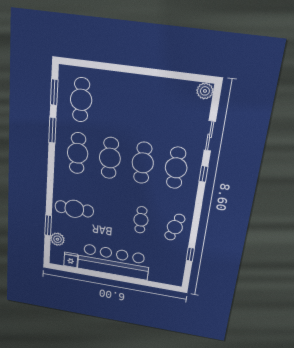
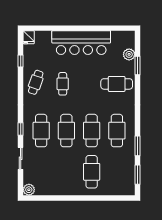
cafe table: (81, 100) -> (92, 172), moved
fridge: (71, 260) -> (29, 37), moved

